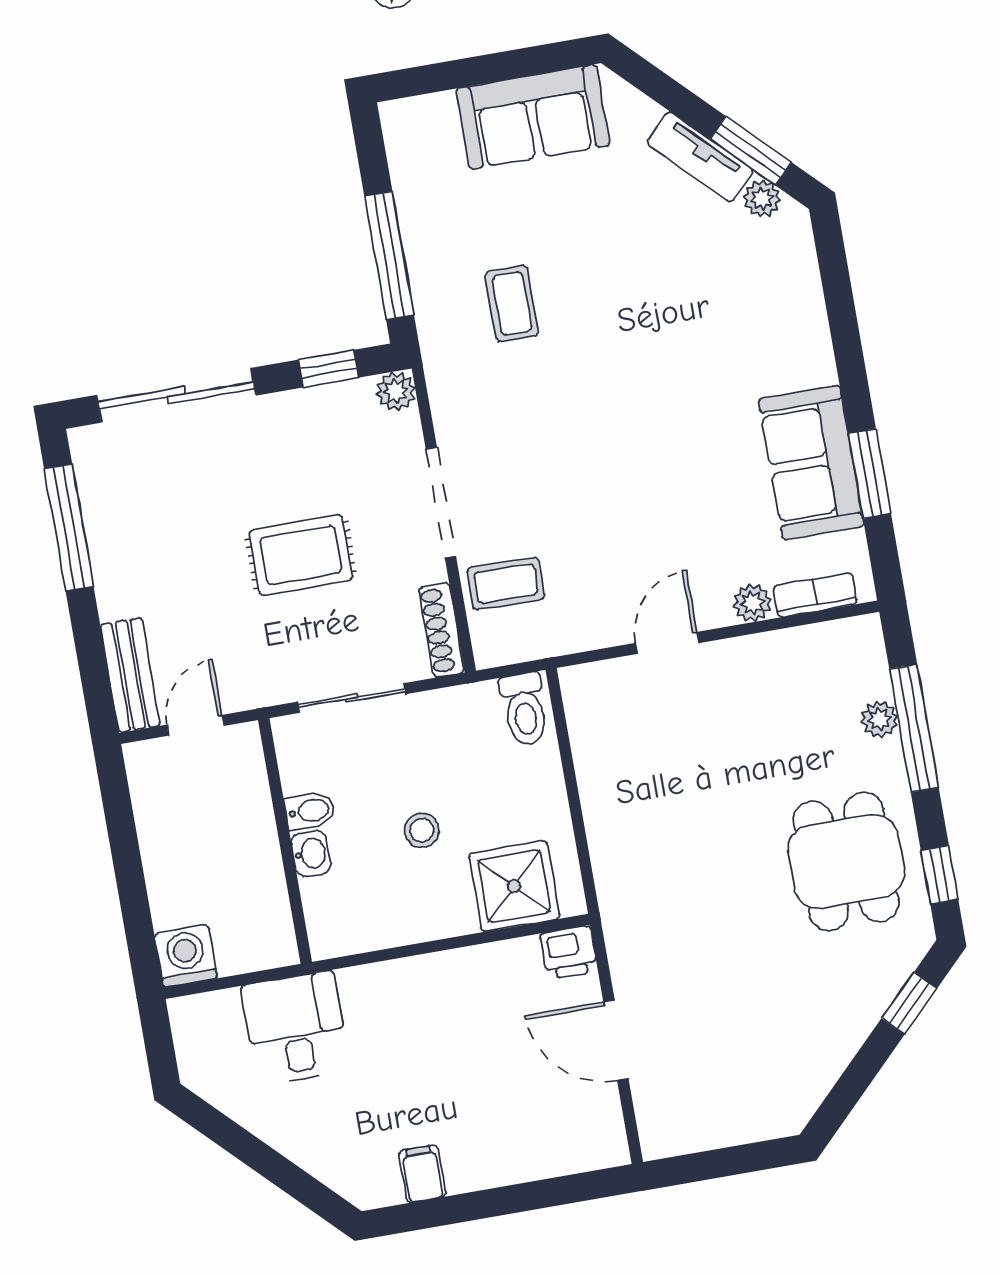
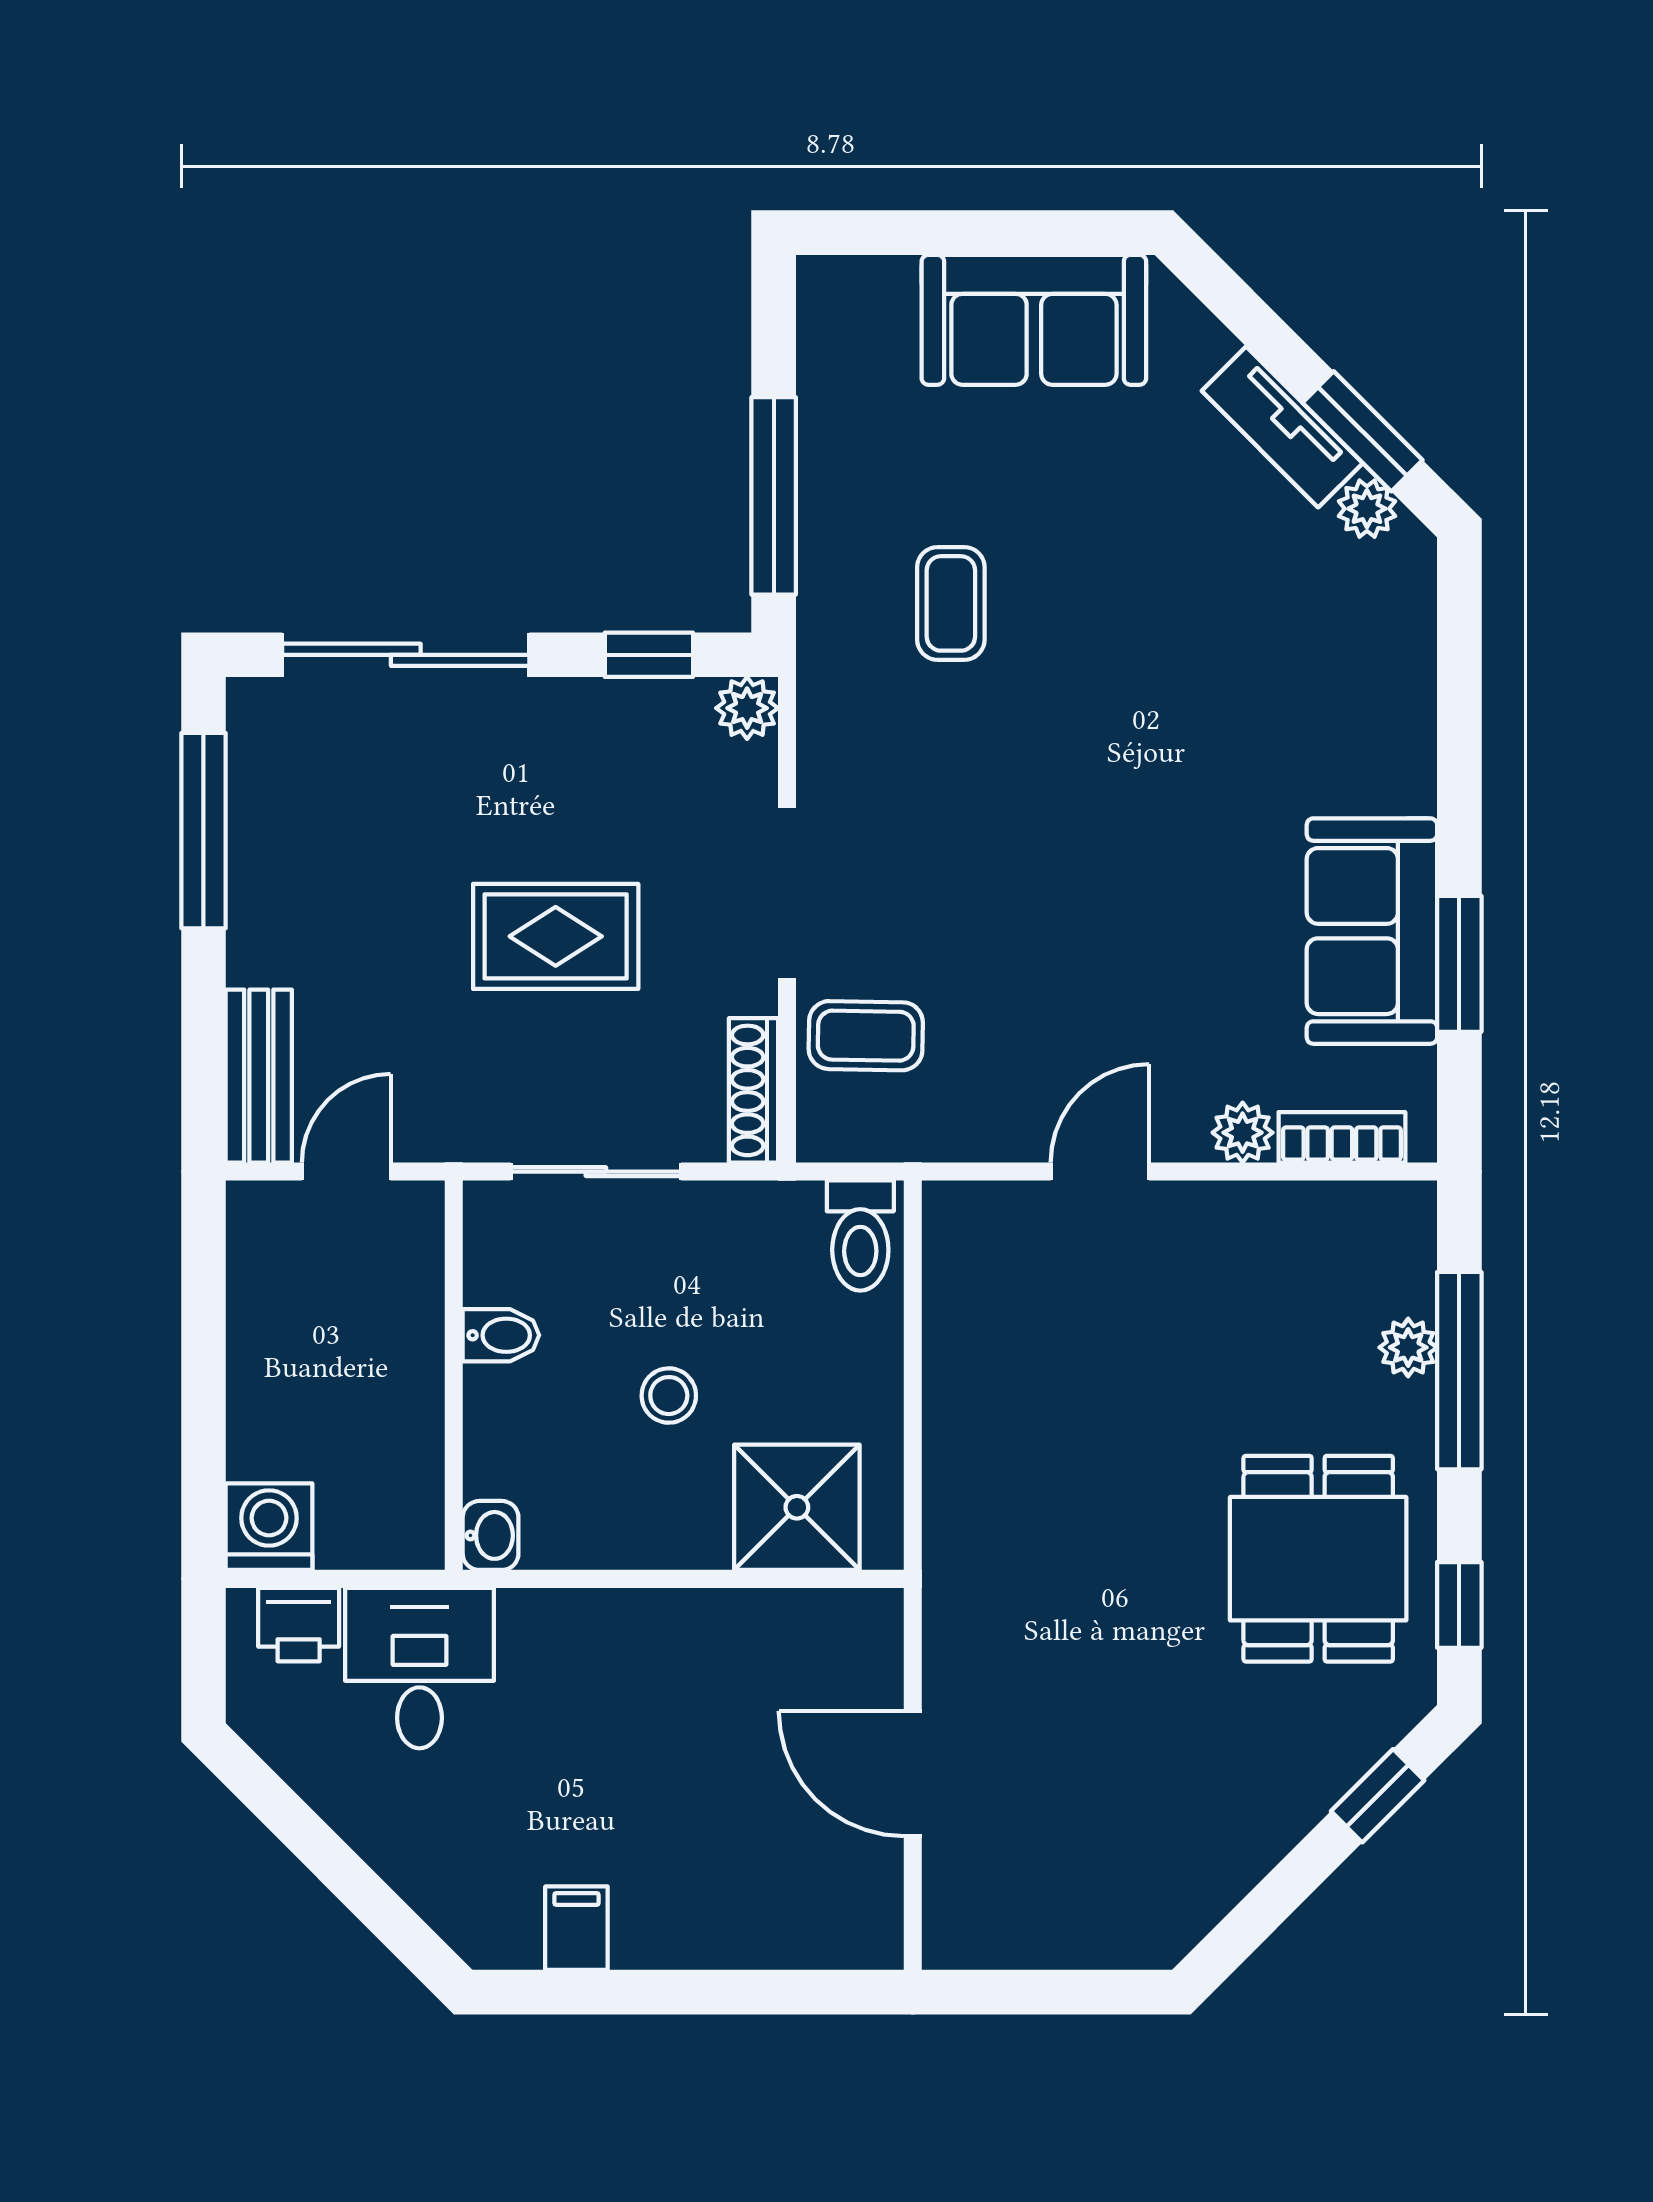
washbasin: (311, 854) -> (491, 1535), moved
printer: (569, 952) -> (299, 1625), moved

